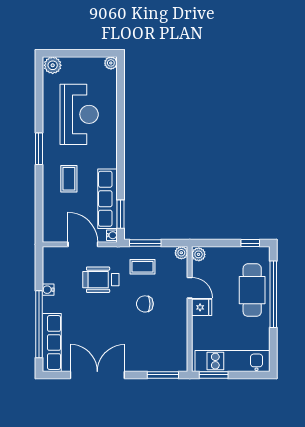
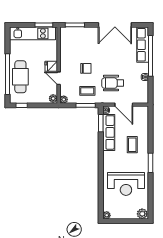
reception desk: (79, 114) -> (126, 184), turned -90
wheelchair: (101, 280) -> (113, 83), turned 180

